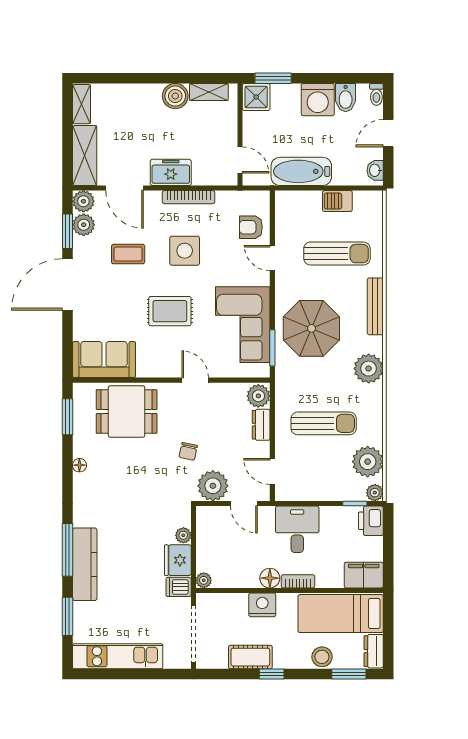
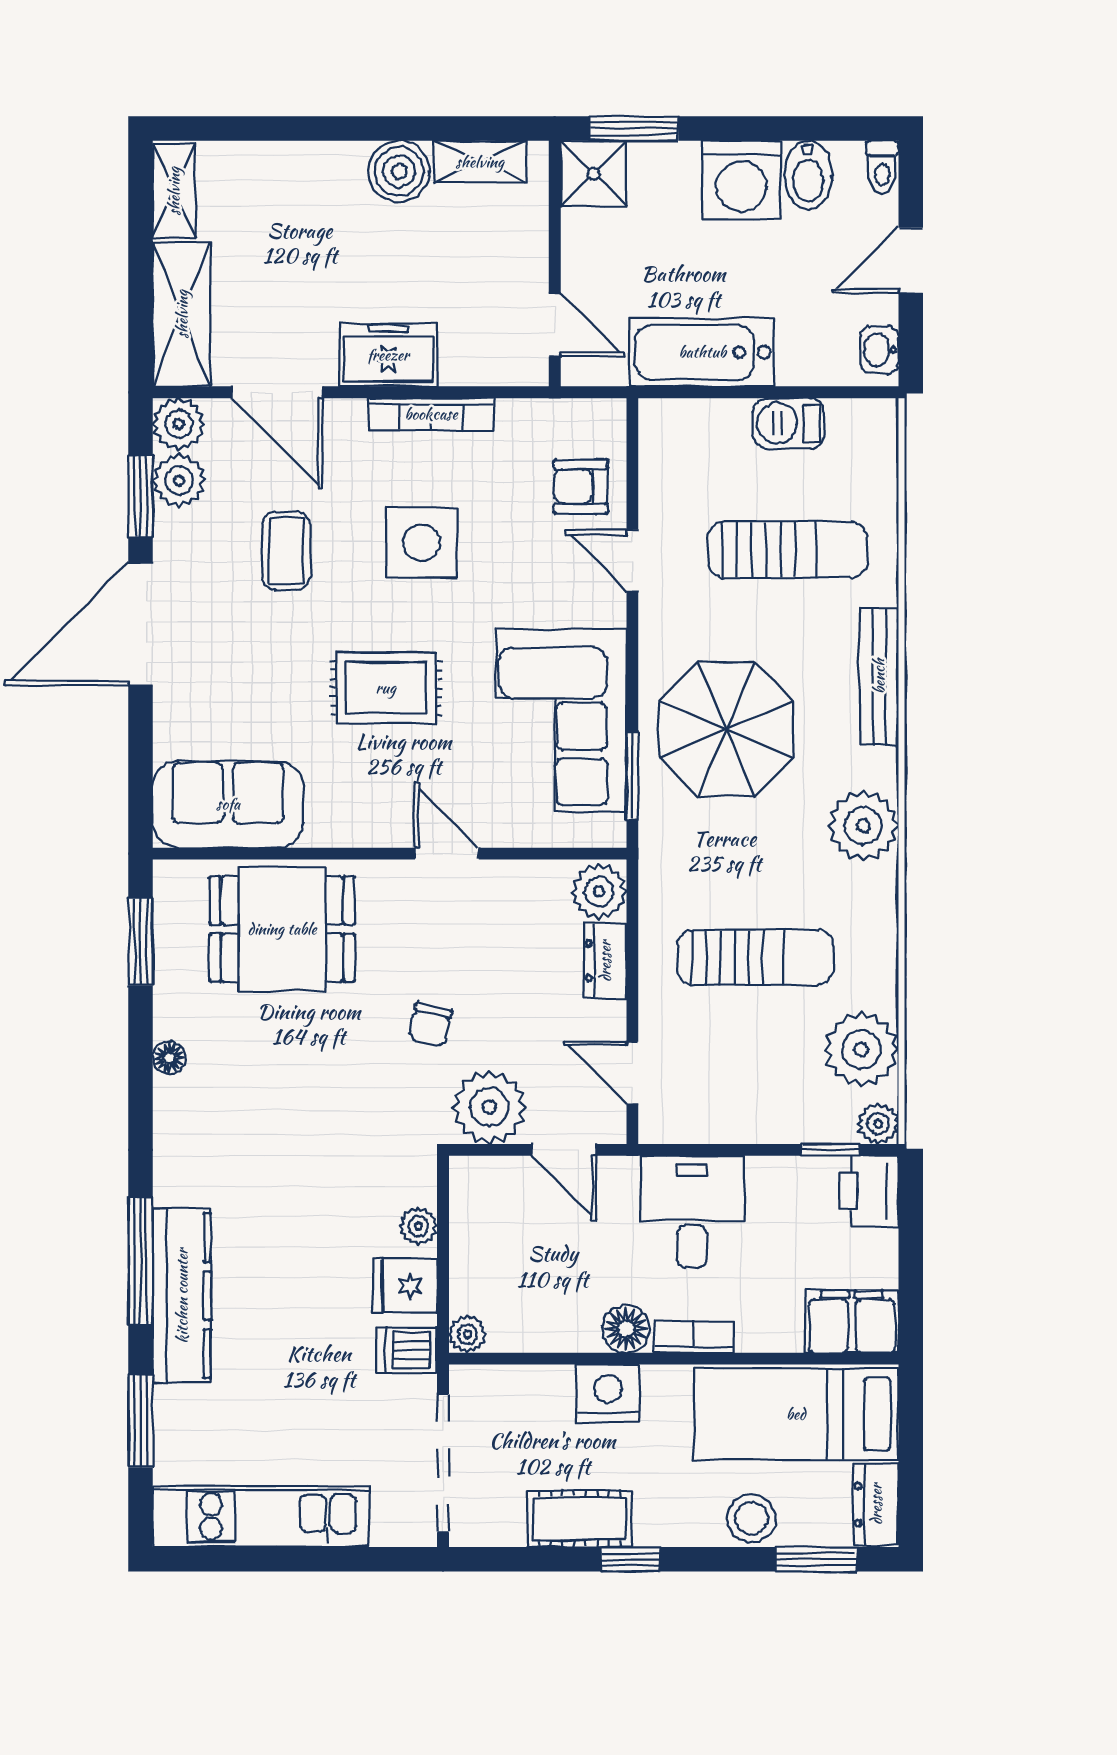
coffee table: (128, 254) -> (286, 551), turned 90
fridge: (178, 560) -> (405, 1286), width x0.72

